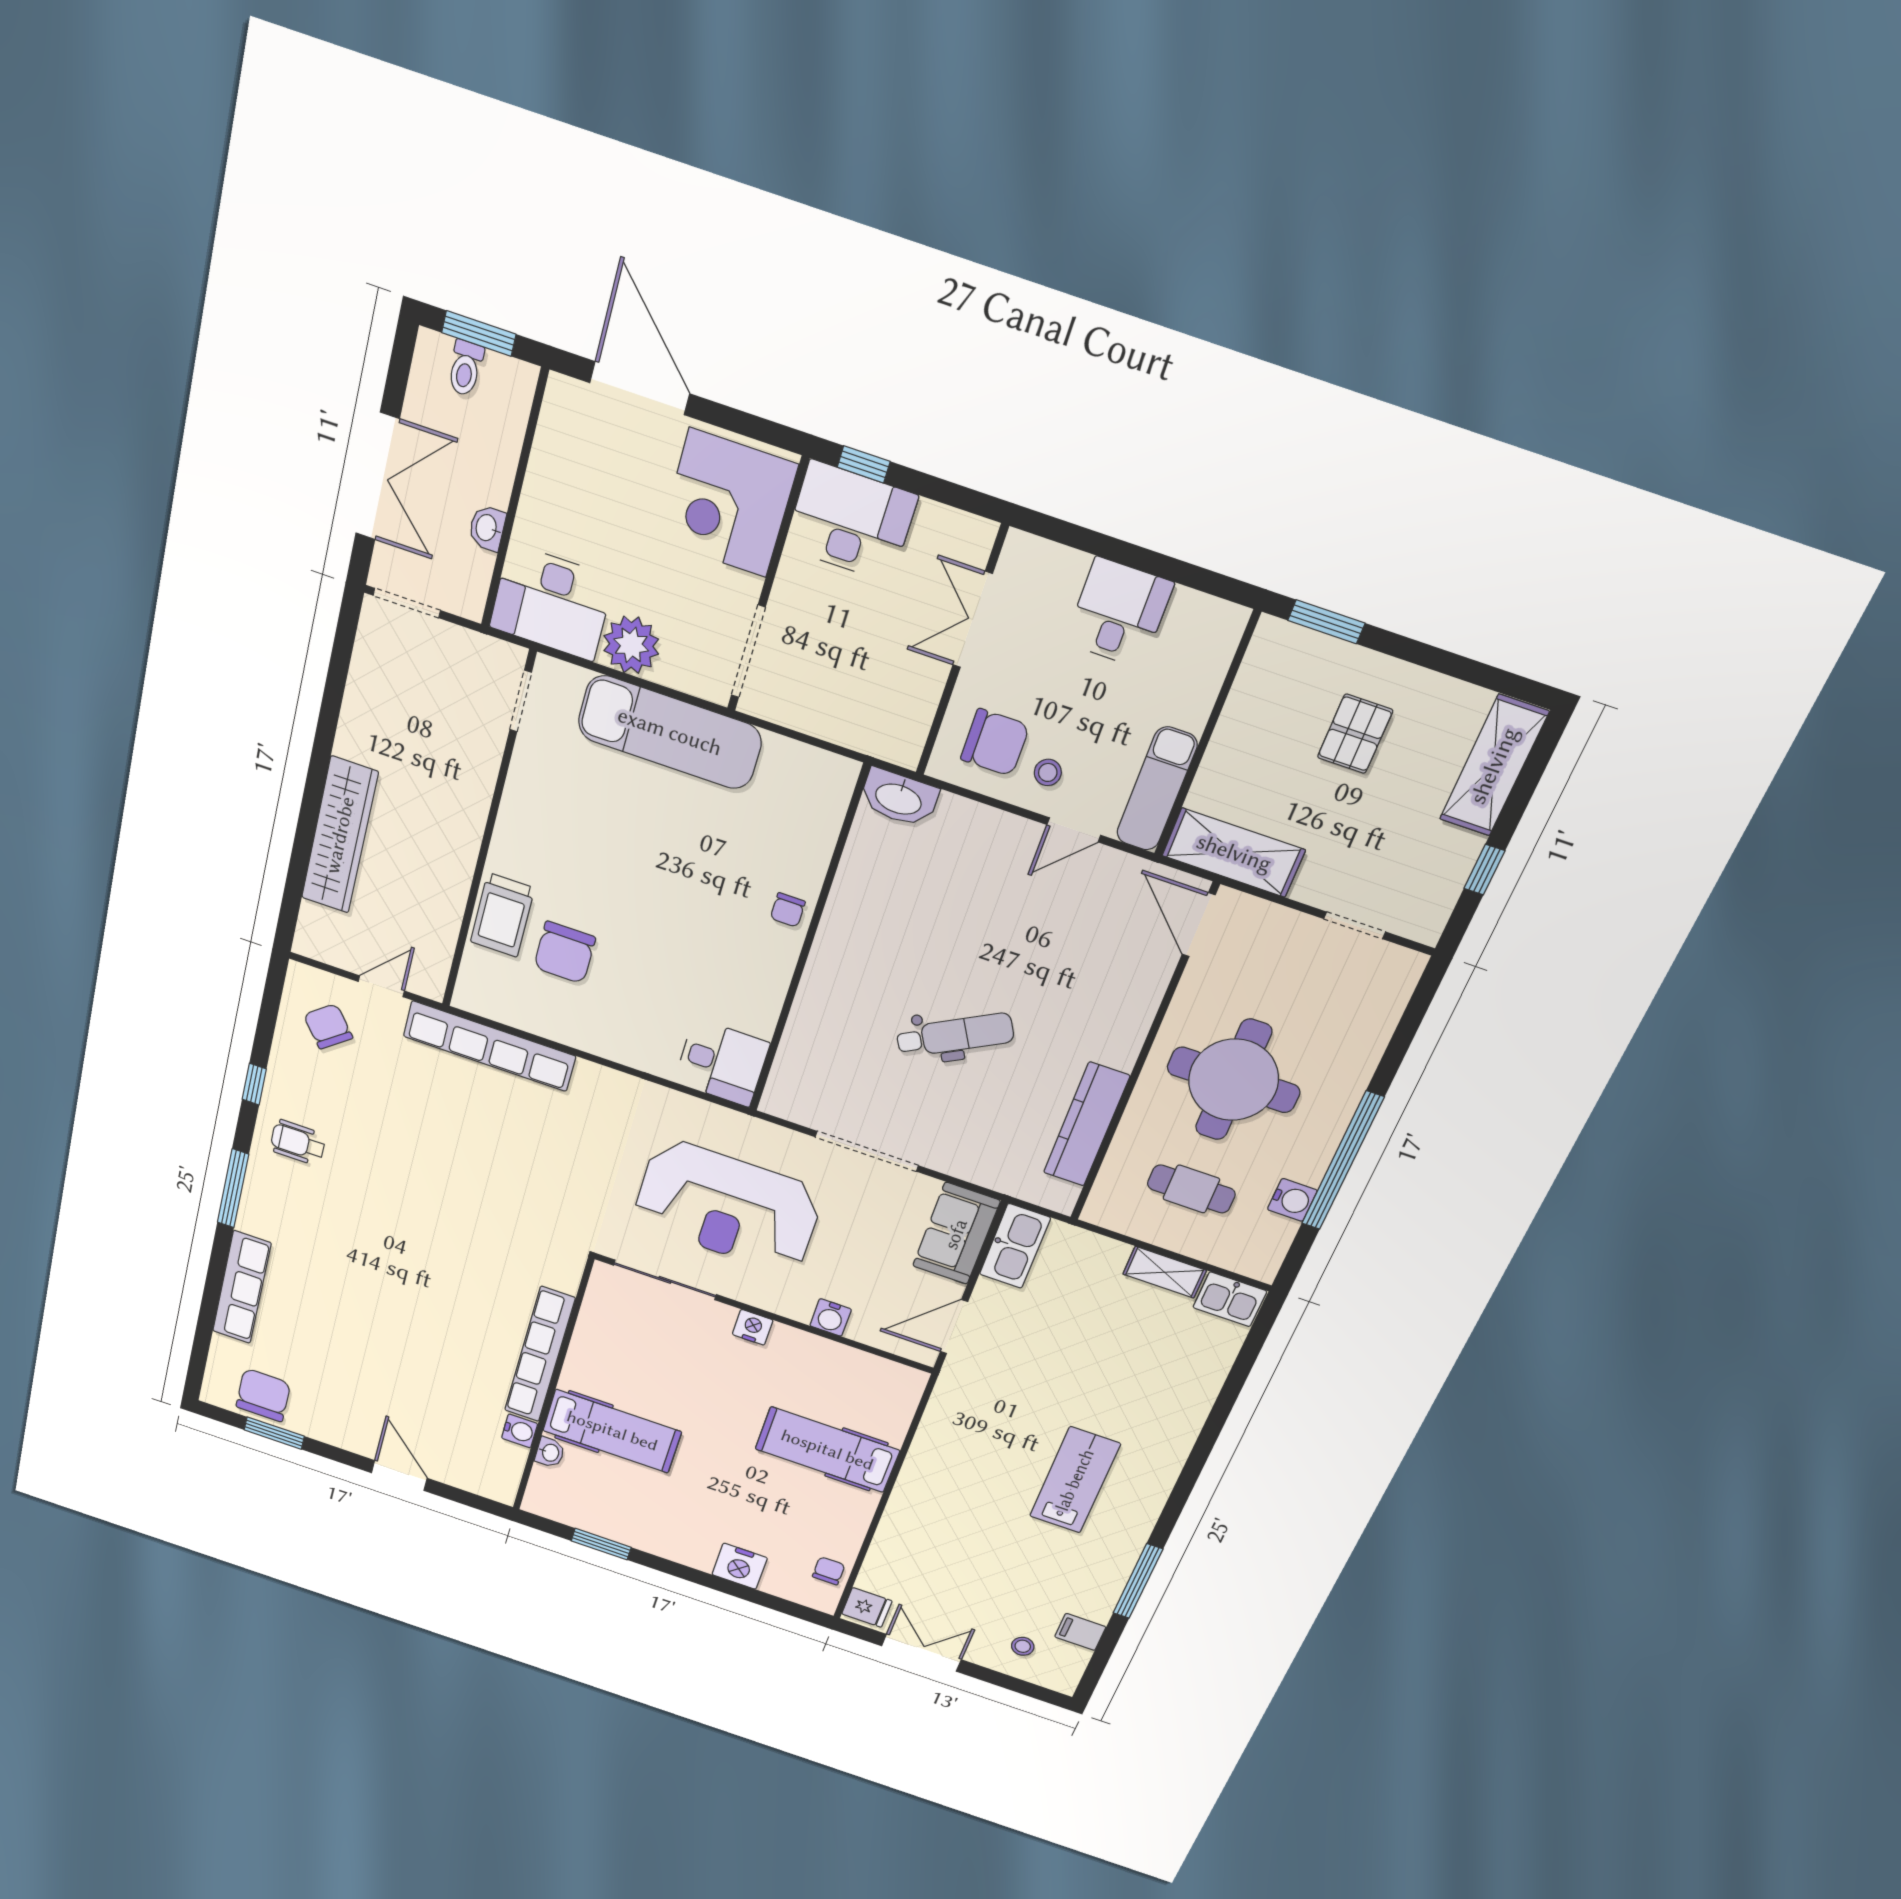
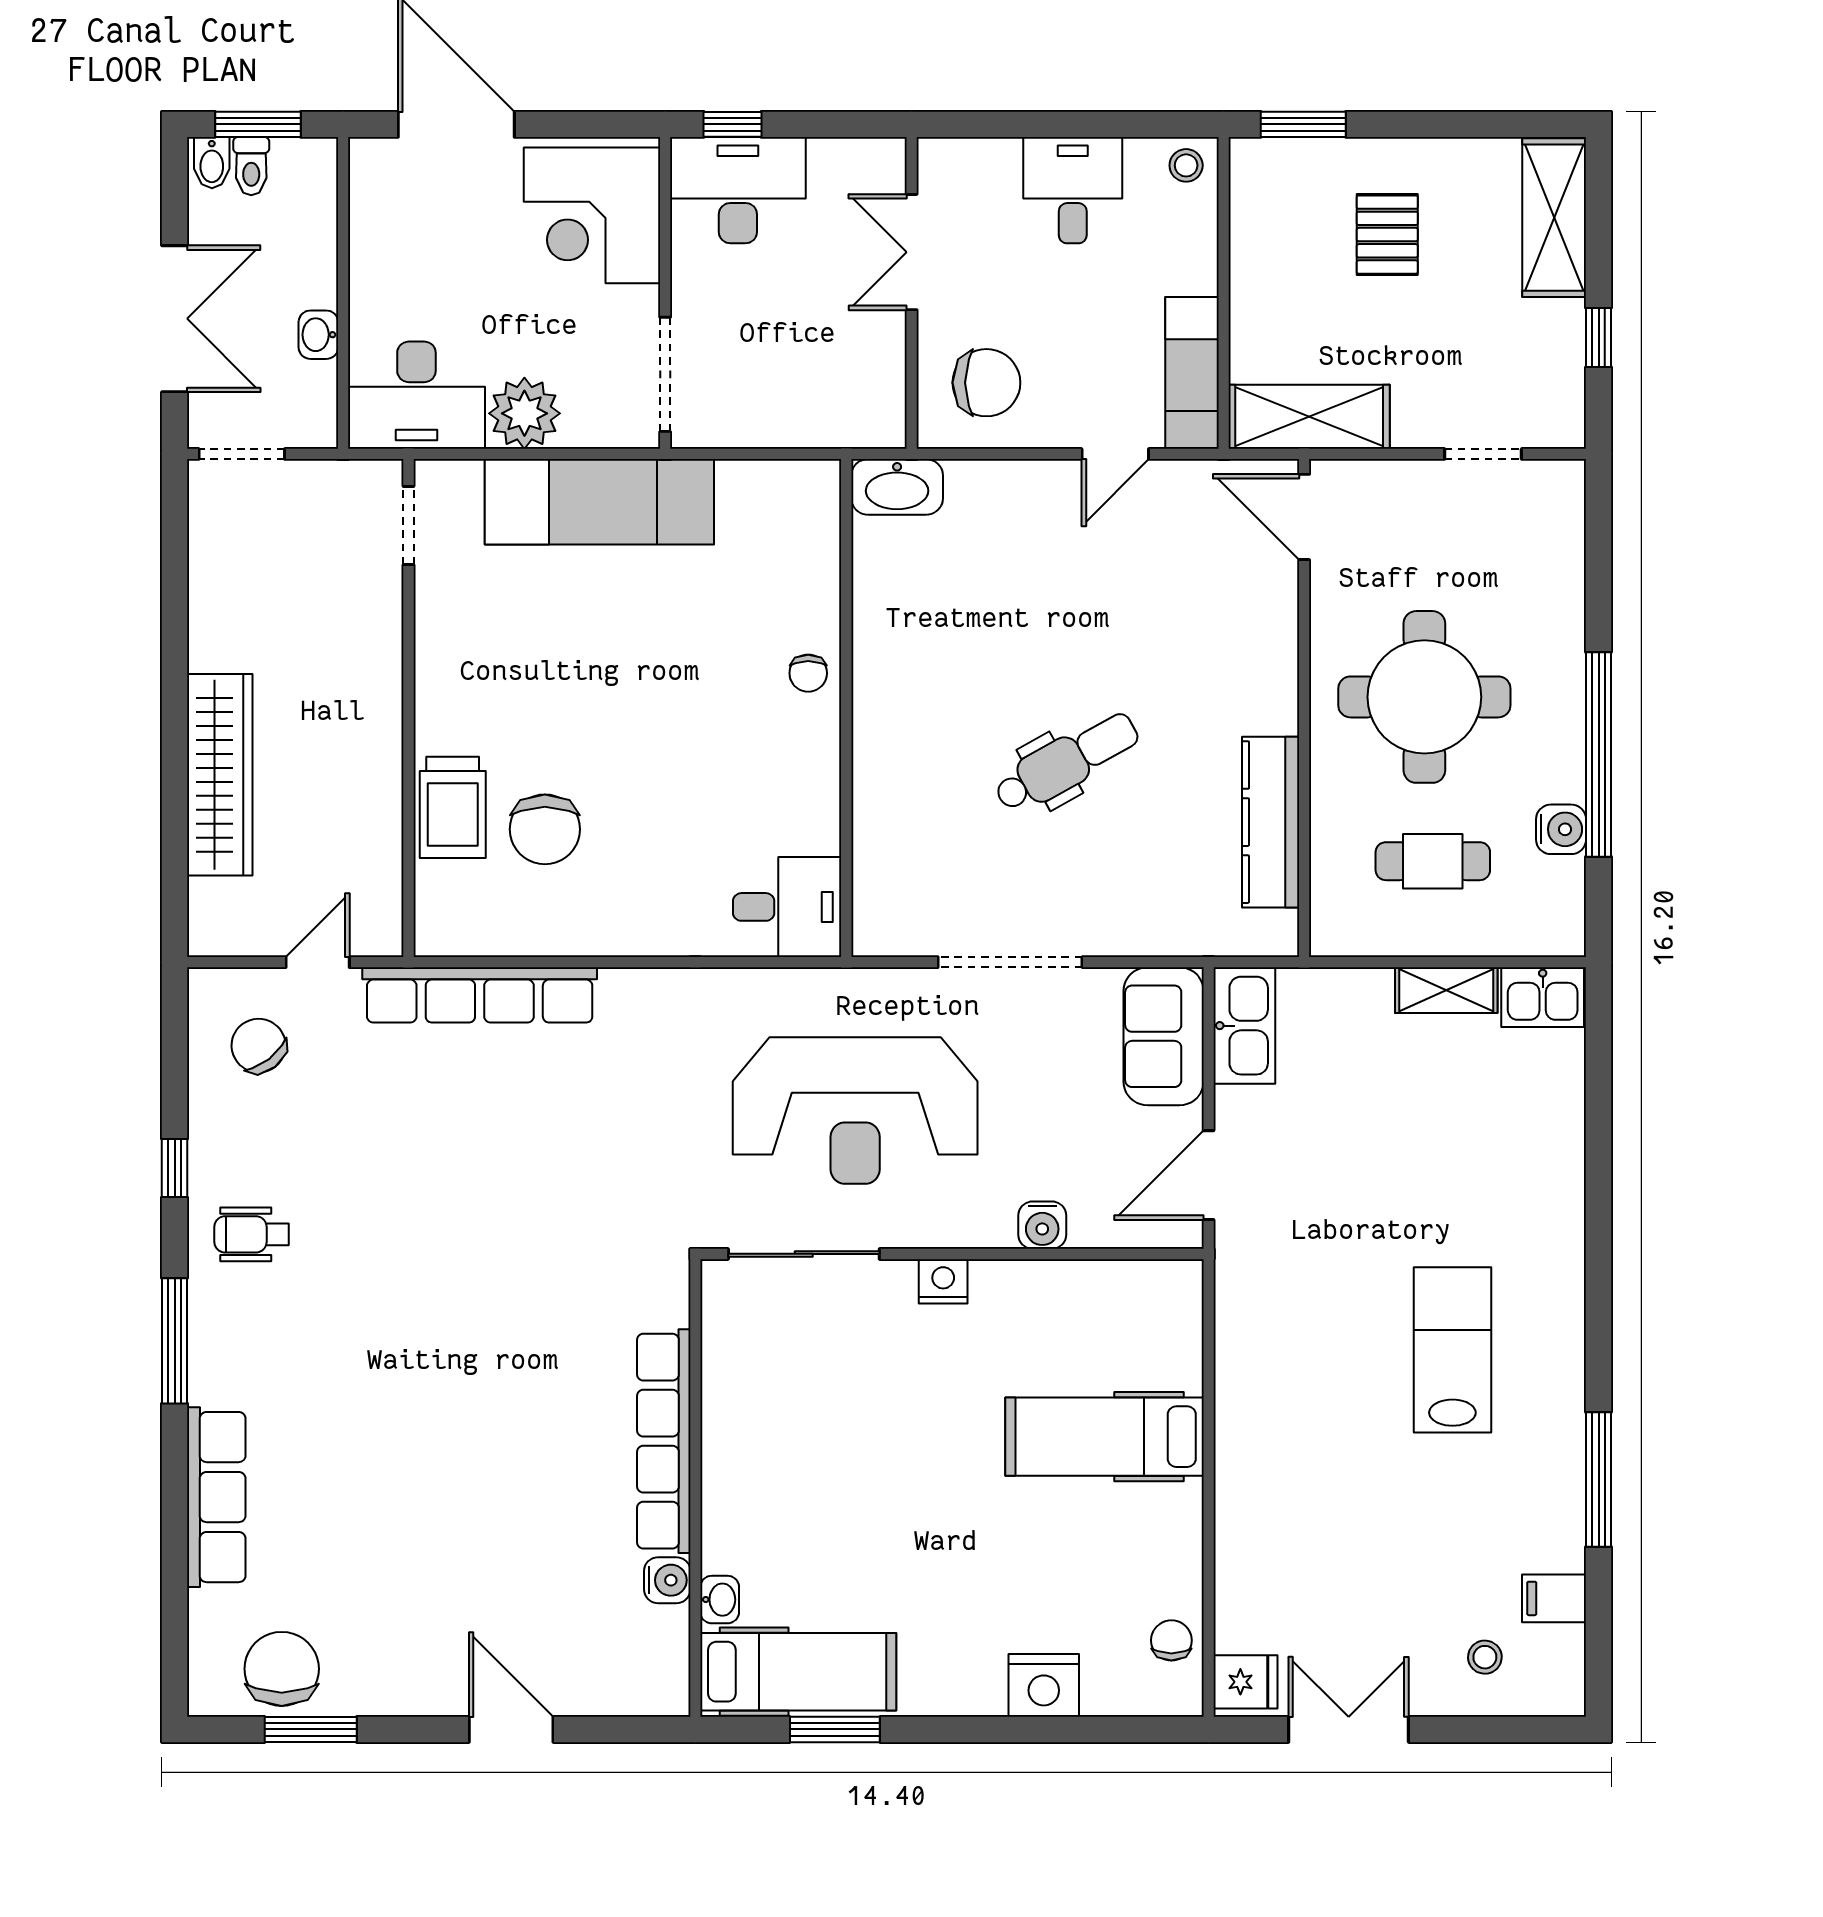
bidet: (434, 354) -> (212, 163), added
stool: (1048, 772) -> (1186, 165), moved
hospital bed: (612, 1431) -> (798, 1672), moved

